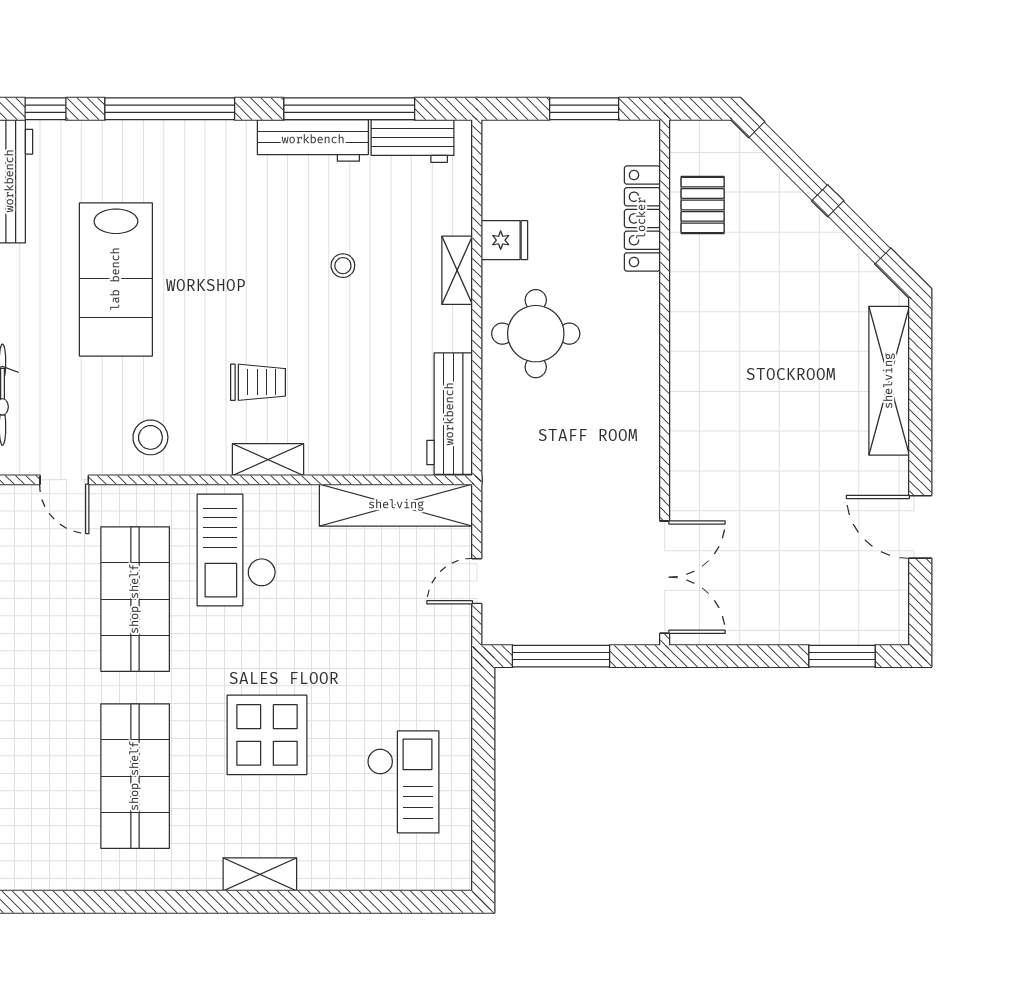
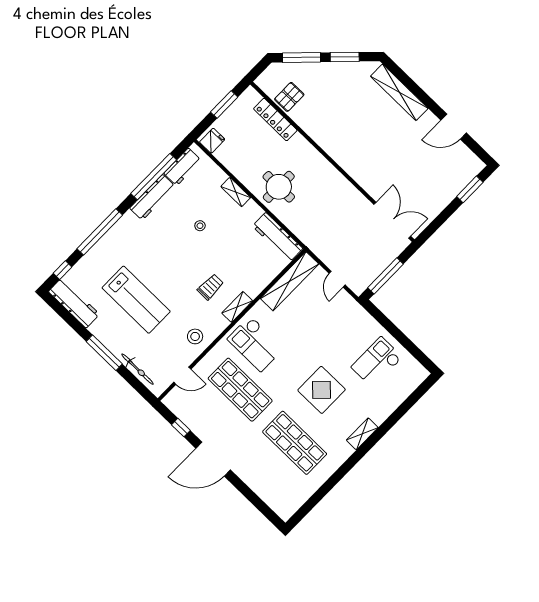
pallet: (703, 205) -> (289, 97), turned 90
fridge: (504, 240) -> (212, 141), moved
checkout: (403, 782) -> (377, 362), turned -90

